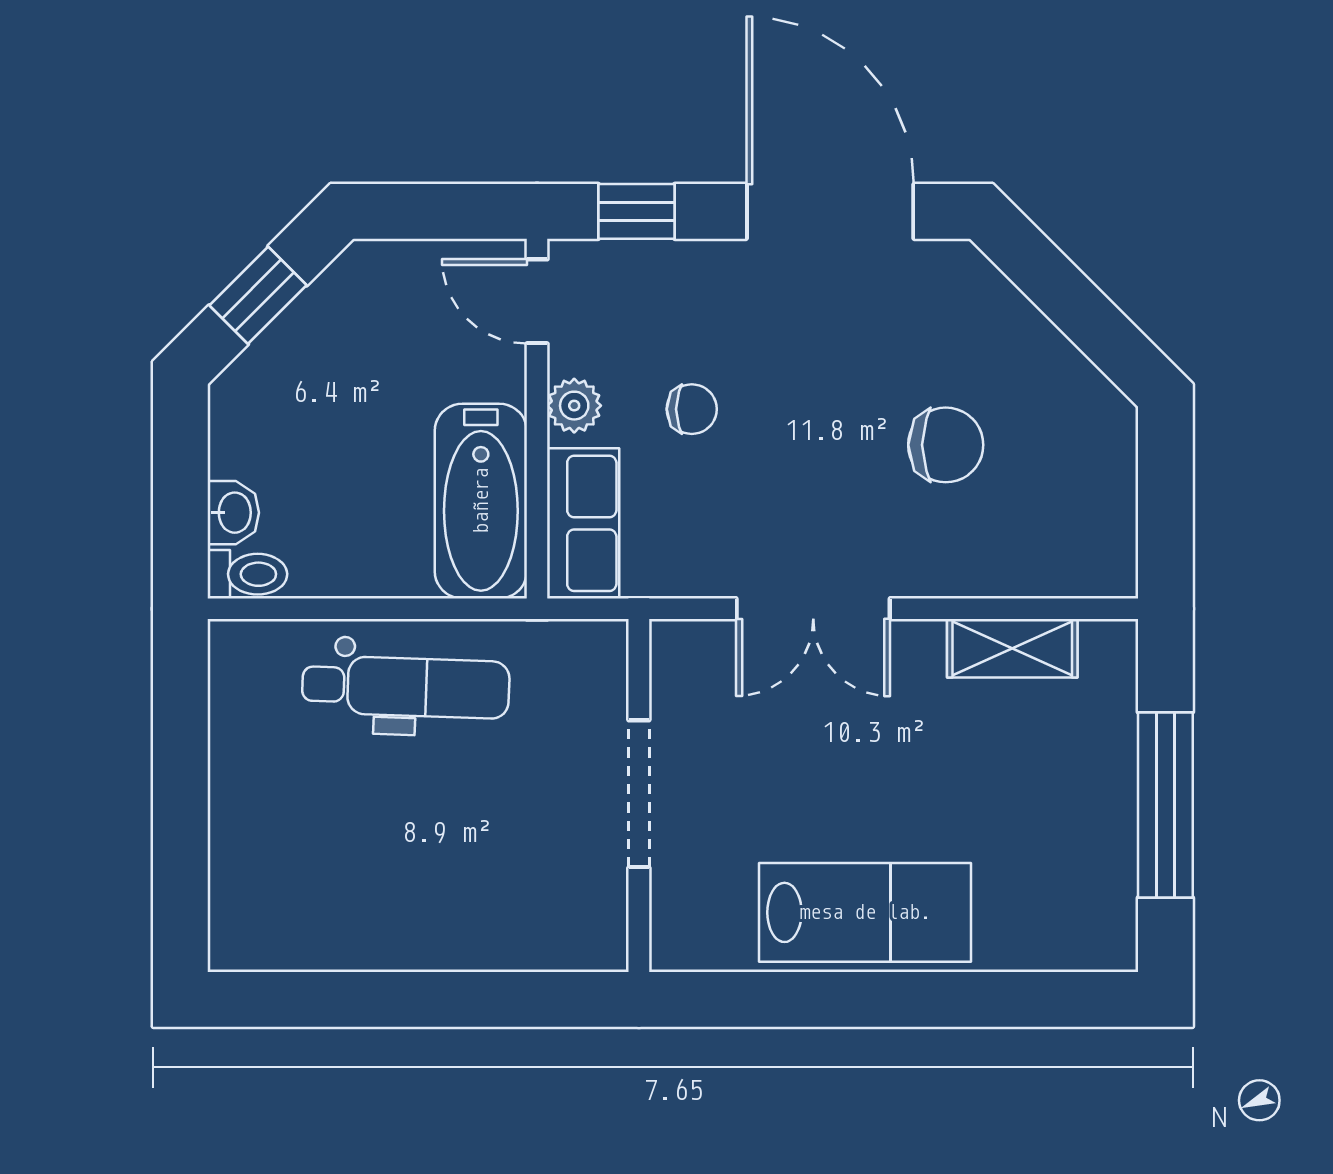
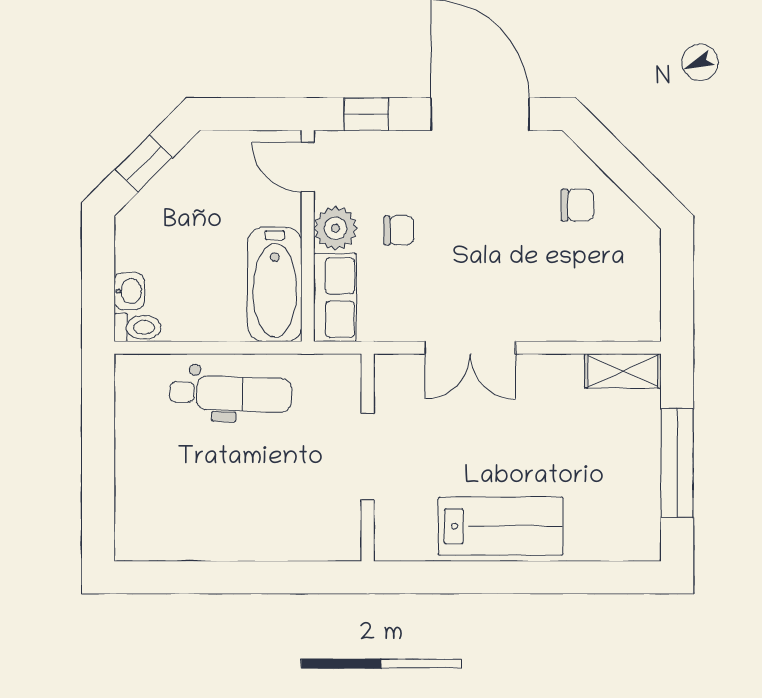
plant: (574, 406) -> (336, 228), width x1.38, depth x1.38
chair: (946, 445) -> (577, 205), moved, width x0.73, depth x0.73
shelving: (1012, 648) -> (623, 371), moved

